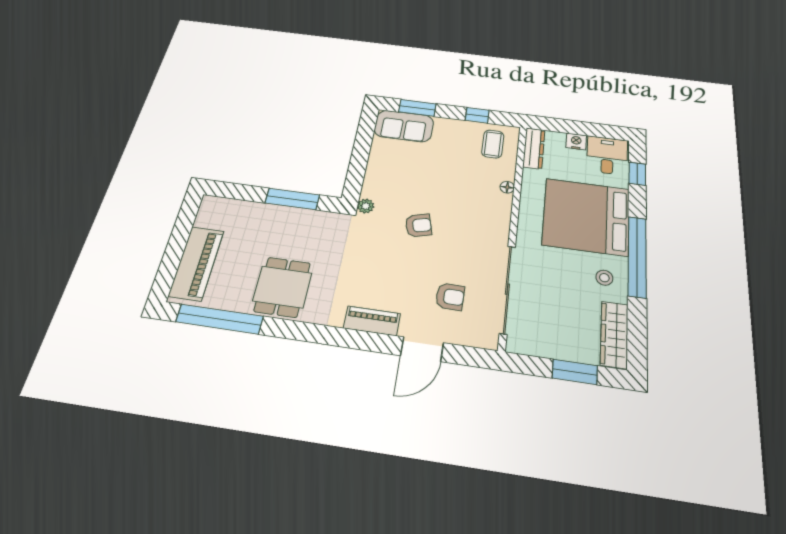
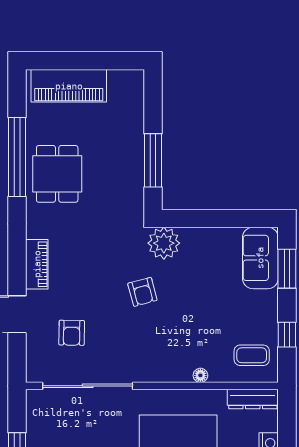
plant: (366, 206) -> (164, 243), width x1.88, depth x1.88
dining table: (282, 287) -> (57, 174), turned 90
window: (220, 319) -> (17, 157), moved

